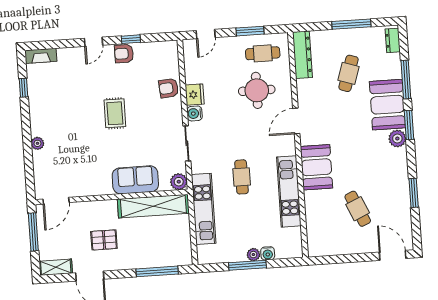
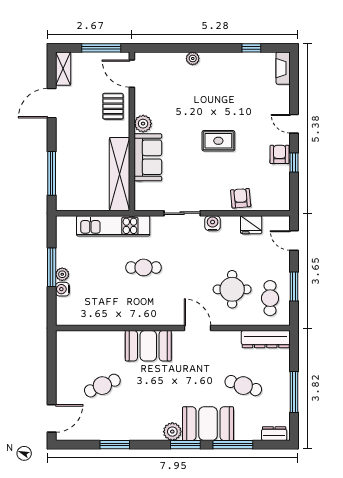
fridge: (195, 95) -> (251, 225), moved
plant: (179, 182) -> (143, 124), moved
kitchen unit: (289, 191) -> (125, 315), removed
pallet: (104, 240) -> (113, 106), moved

